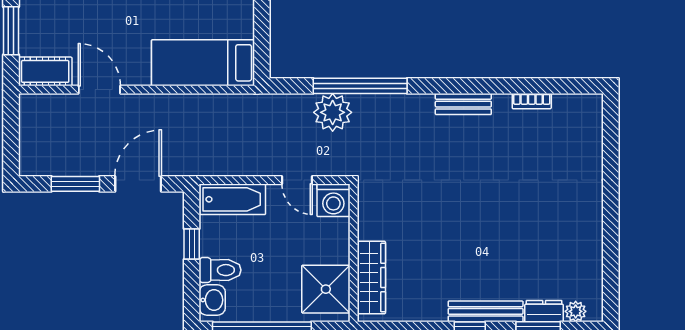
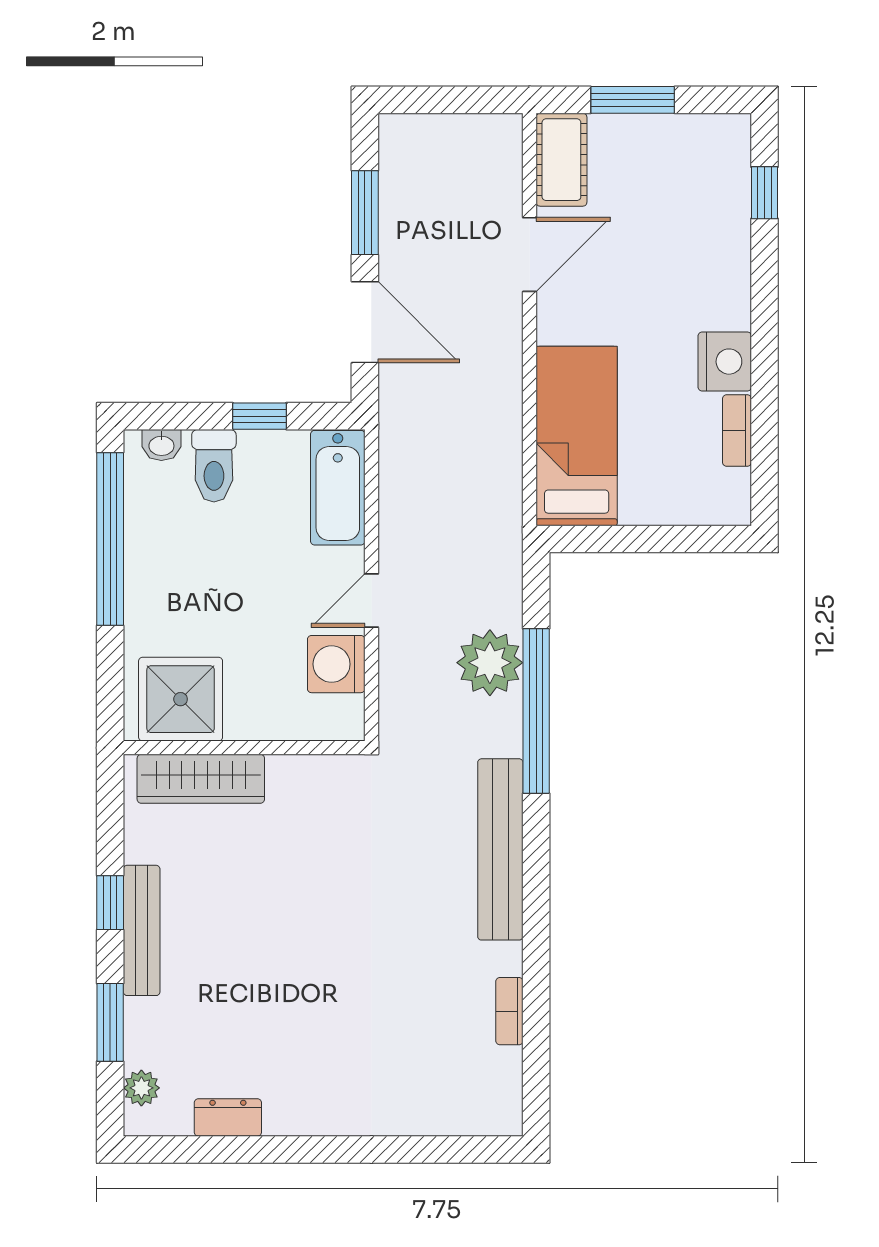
bench: (463, 104) -> (500, 849), width x1.86, depth x1.21
wall: (354, 253) -> (244, 748), moved
wardrobe: (371, 278) -> (201, 779), moved
shower: (326, 289) -> (181, 699), moved
washbasin: (212, 300) -> (161, 445), width x0.72, depth x0.69
dresser: (544, 311) -> (228, 1117), moved, turned -90

